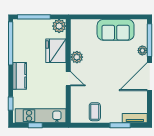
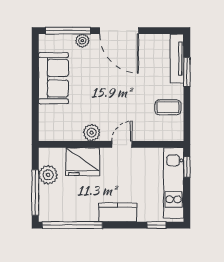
plant: (59, 26) -> (48, 175), moved
tv unit: (135, 118) -> (177, 59), width x1.41
window: (35, 125) -> (187, 167), moved

